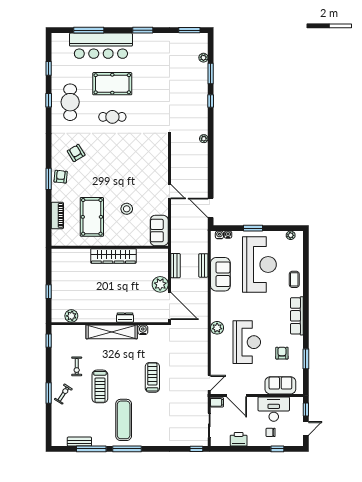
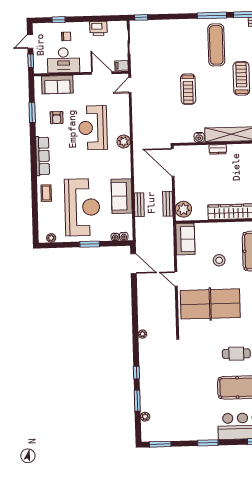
table tennis table: (137, 166) -> (210, 304), added
reception desk: (259, 265) -> (82, 207), turned 180
plant: (160, 284) -> (183, 209), moved

